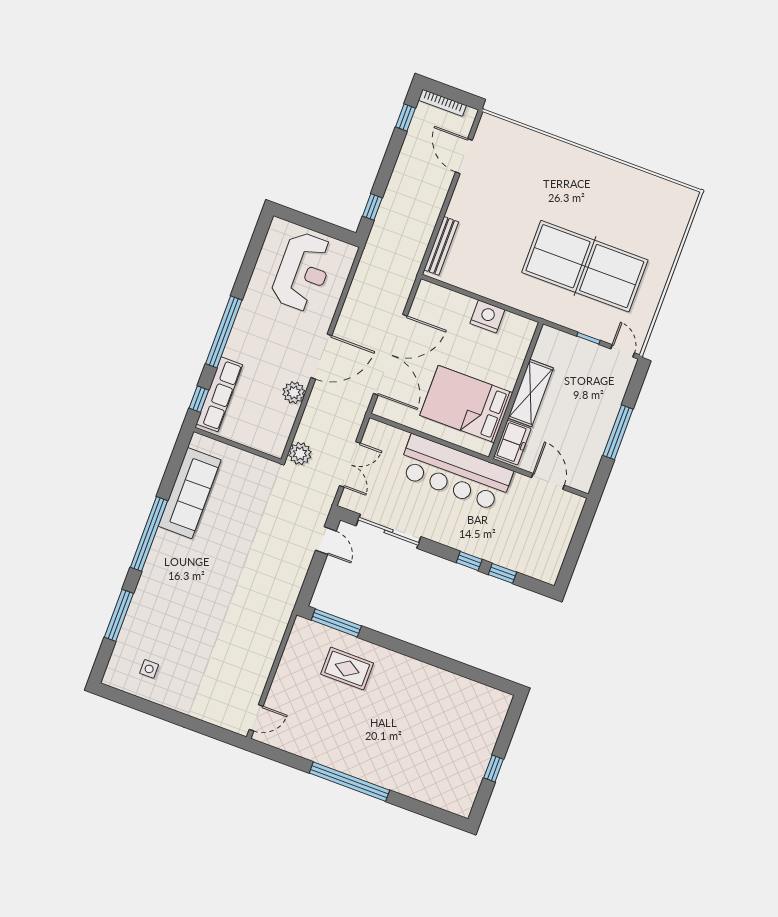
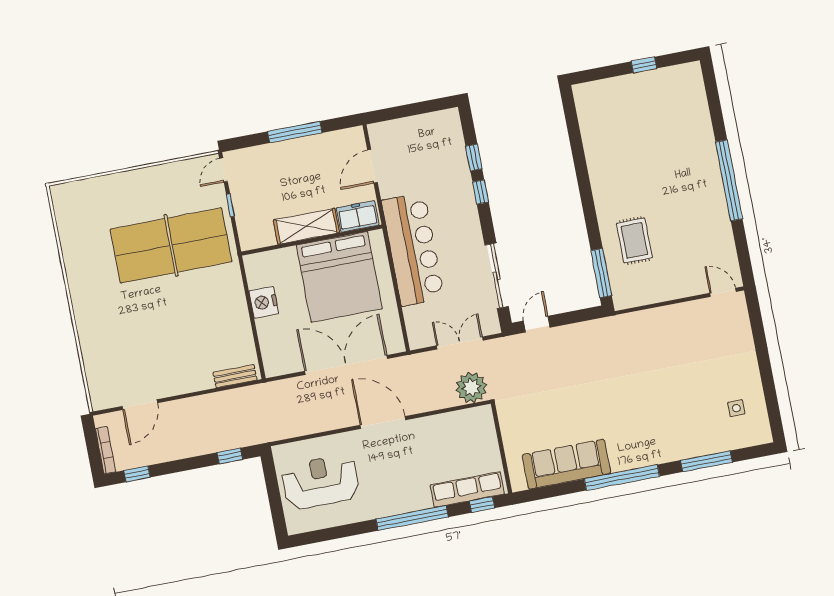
bench: (441, 246) -> (235, 376), width x0.73
table tennis table: (585, 266) -> (171, 245), turned 90
plant: (294, 393) -> (428, 427), removed
bed: (466, 404) -> (339, 277), width x1.36
plant: (300, 454) -> (471, 388), width x1.36, depth x1.36

